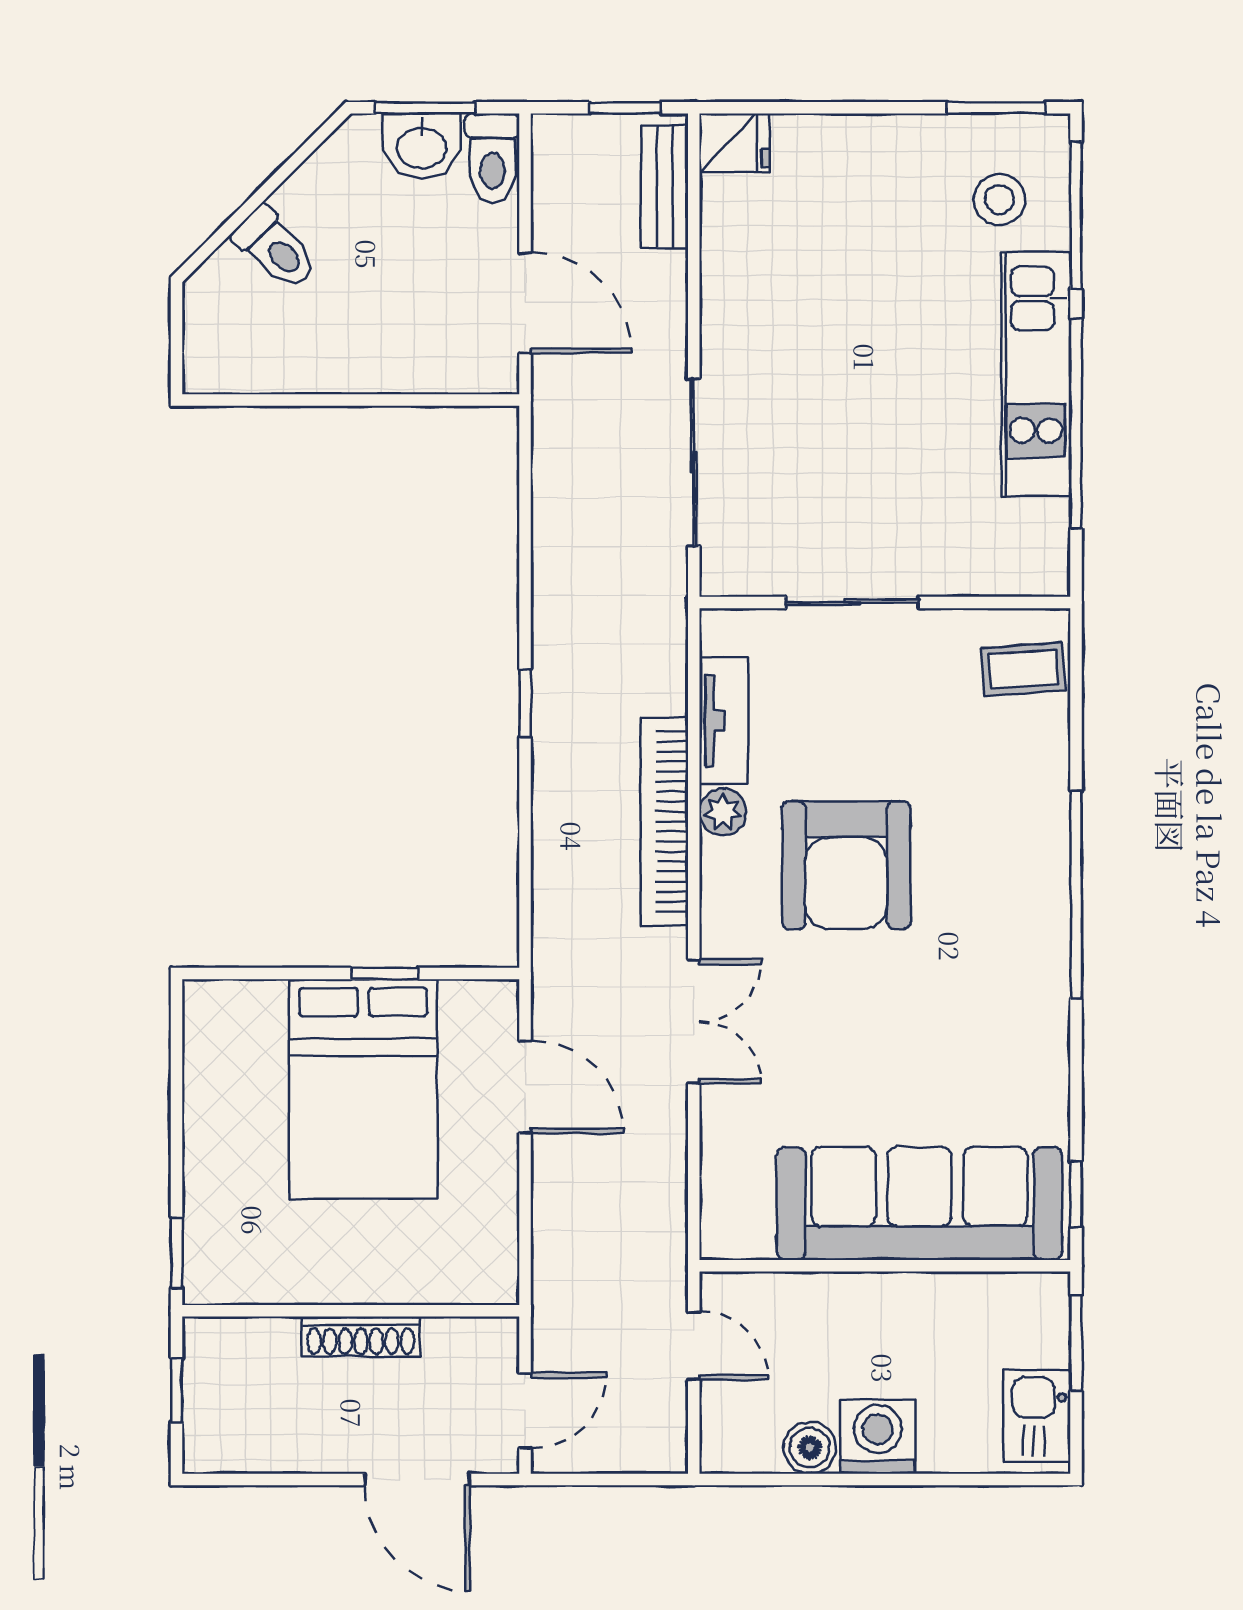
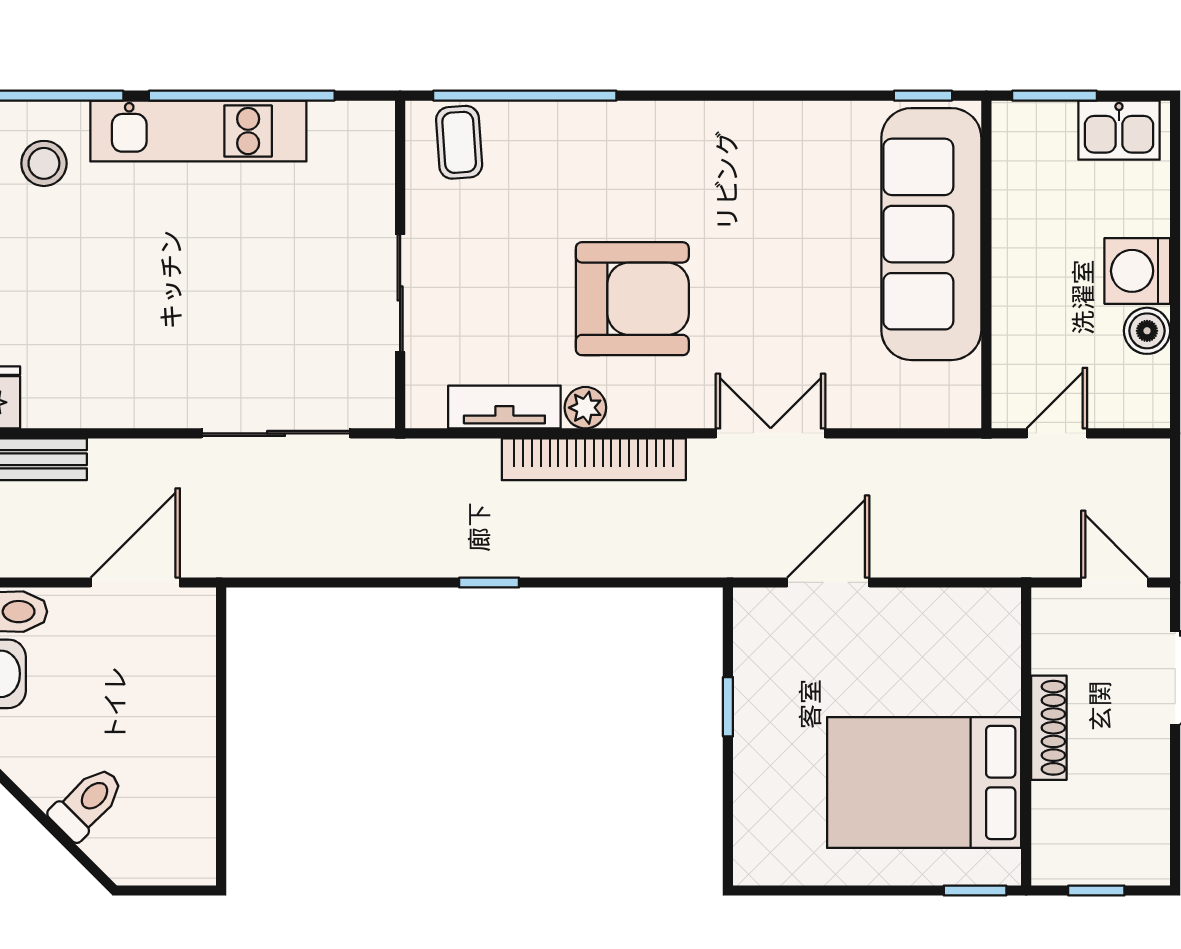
window: (1076, 894) -> (525, 96), moved
bed: (363, 1089) -> (924, 782), moved, turned 180

